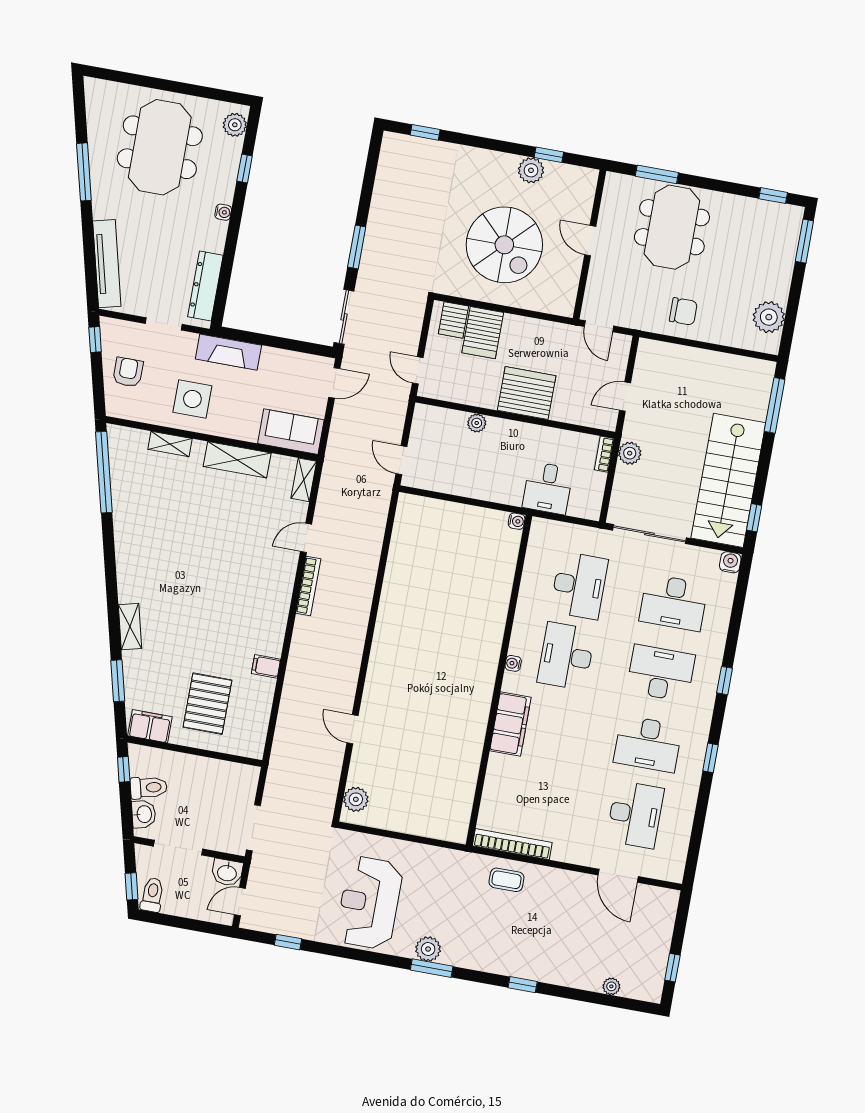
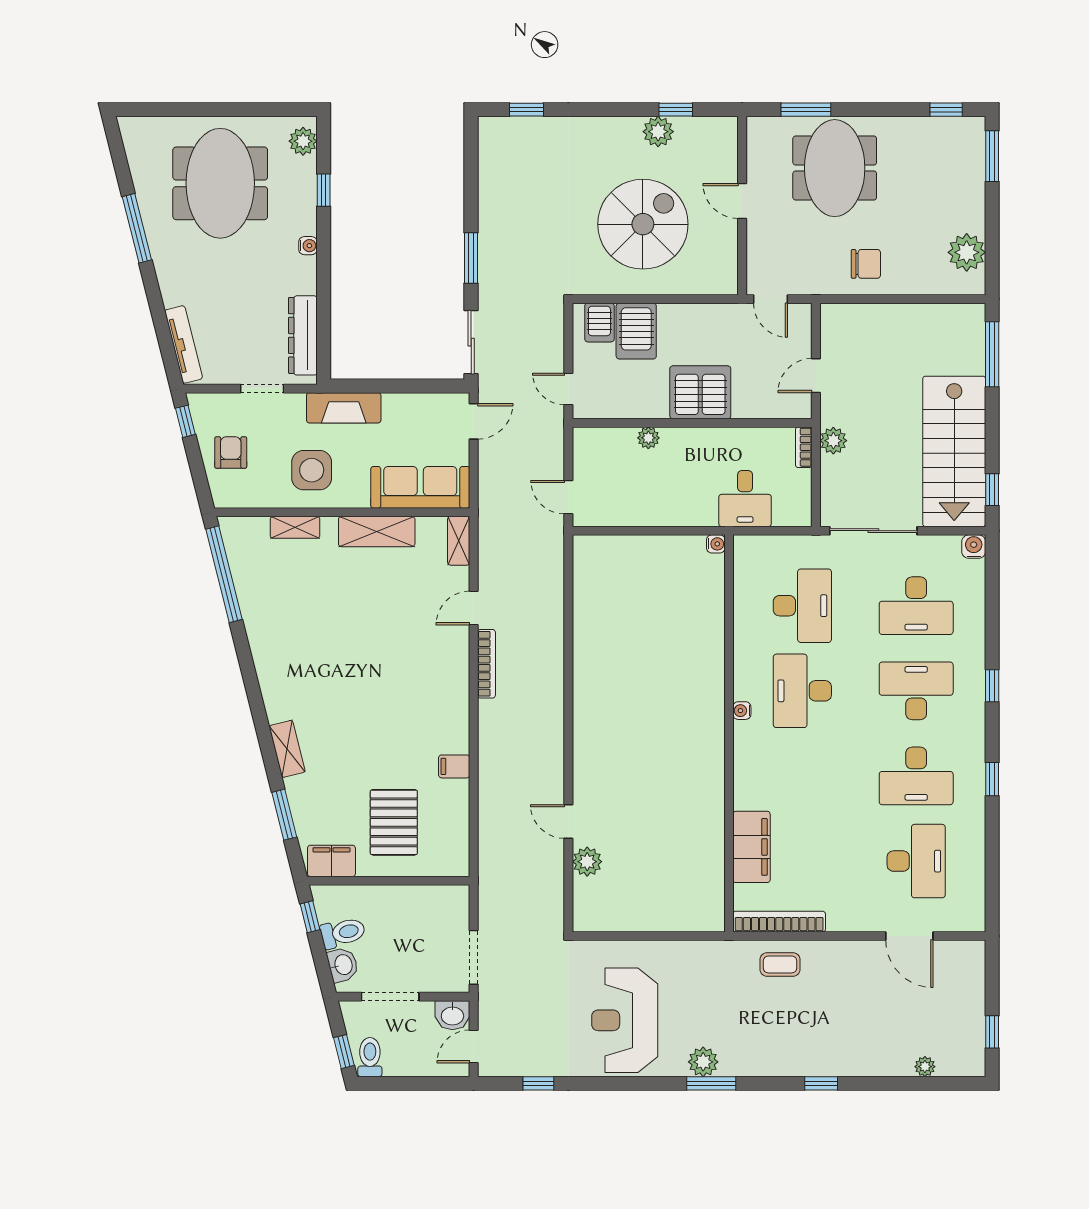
spiral stairs: (504, 245) -> (643, 224), turned -90
tv unit: (107, 264) -> (184, 344), width x0.73, depth x0.78
sofa: (291, 432) -> (420, 487), width x1.36
filing cabinet: (510, 724) -> (751, 847), moved
plant: (356, 799) -> (587, 862), moved

